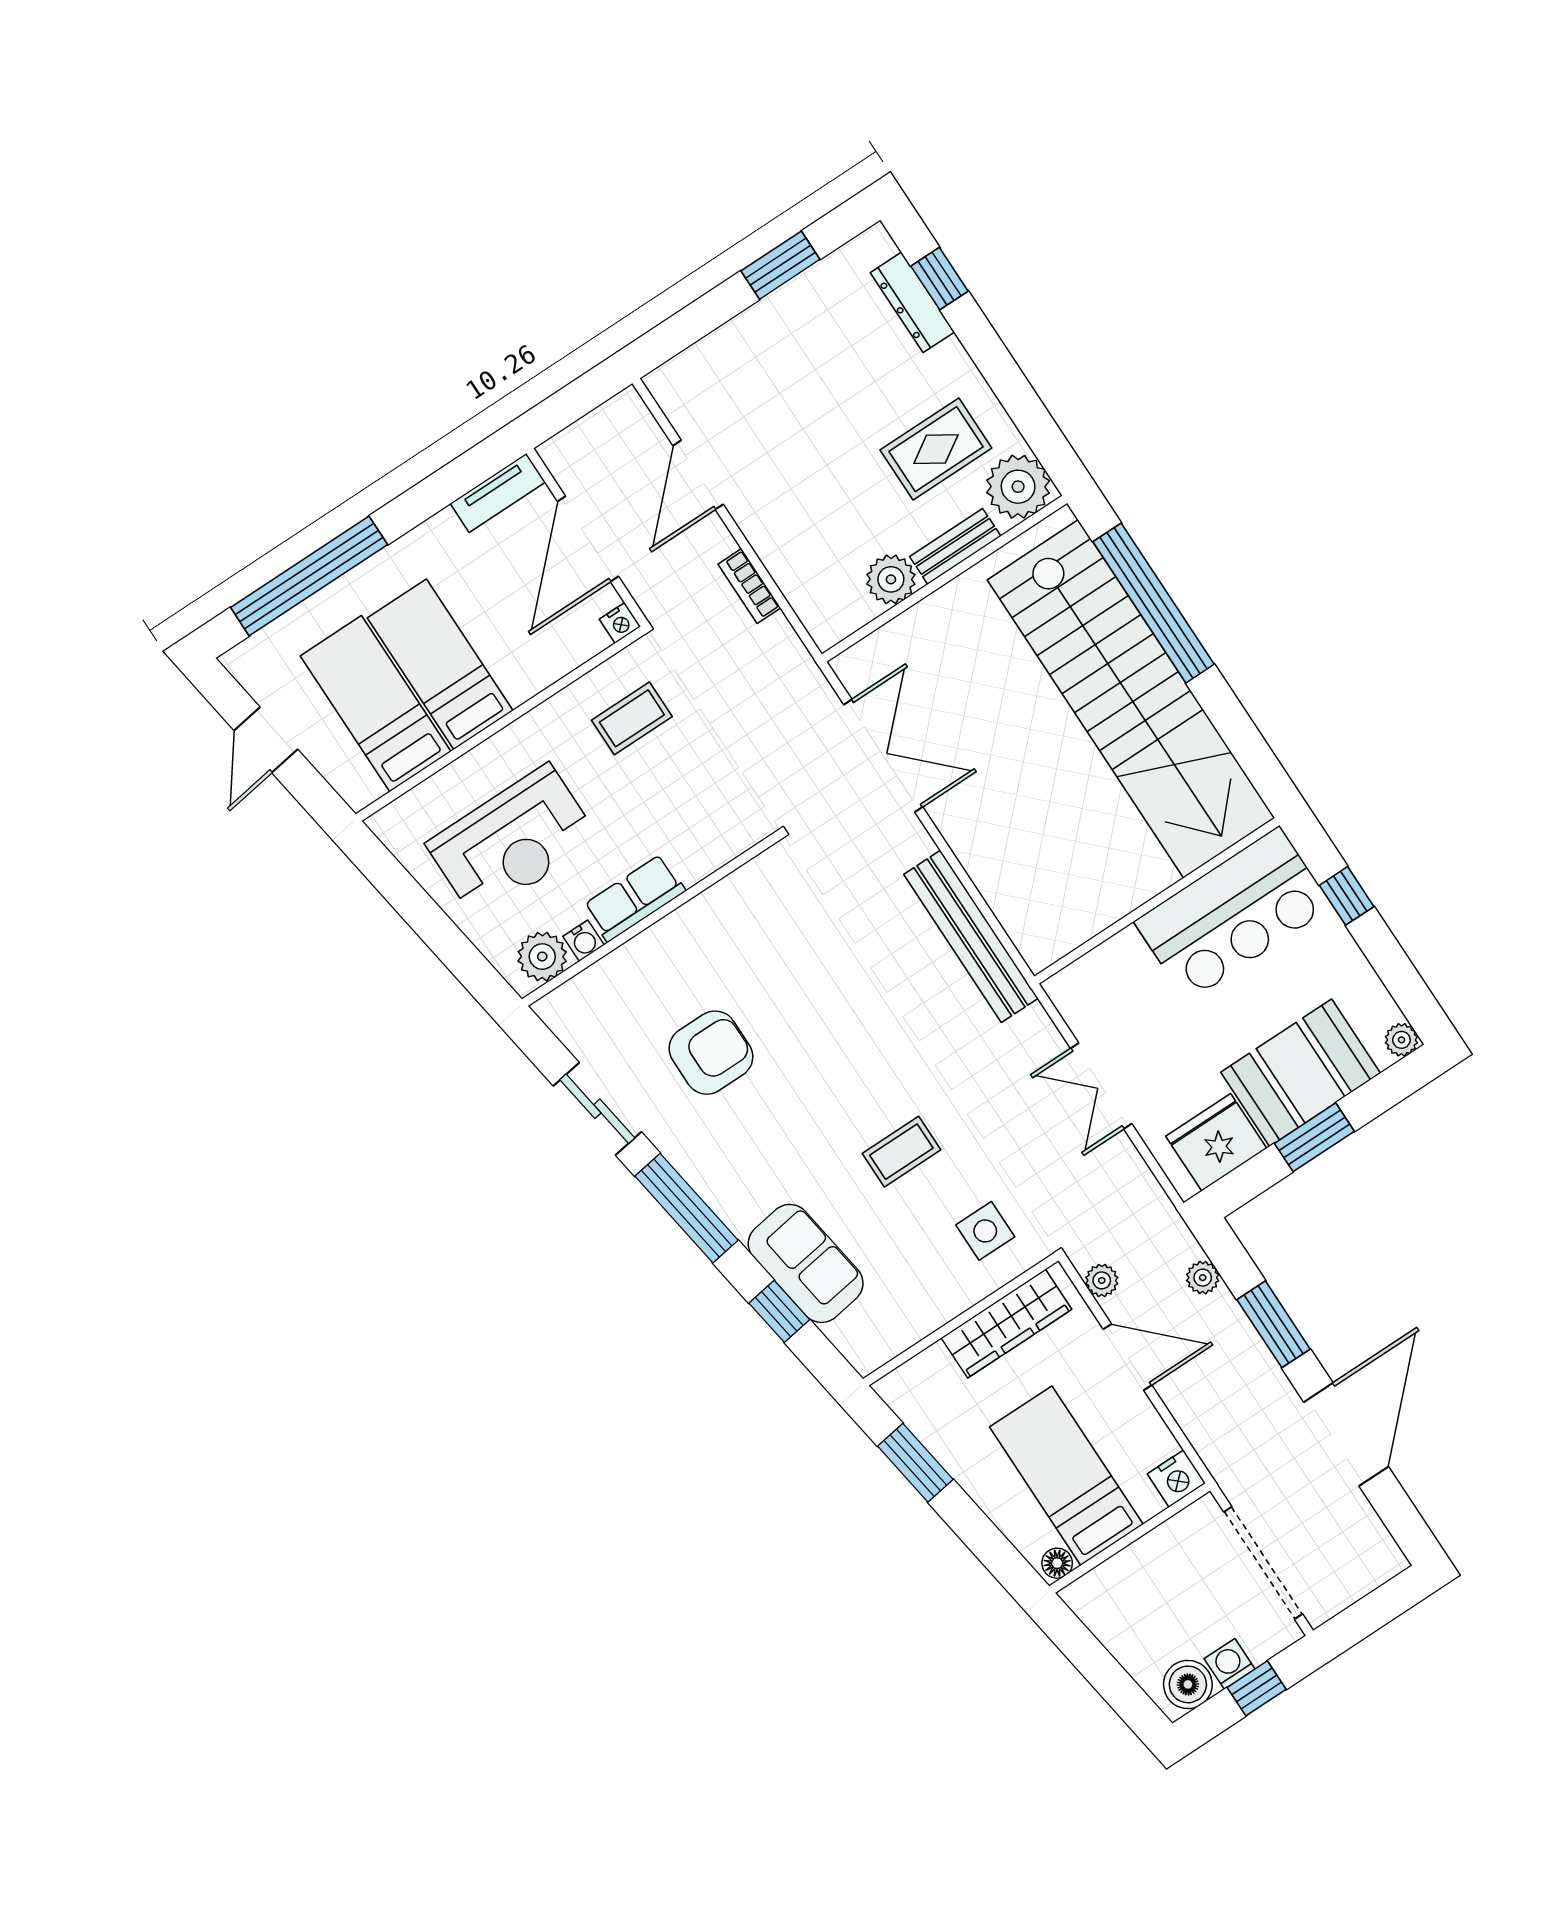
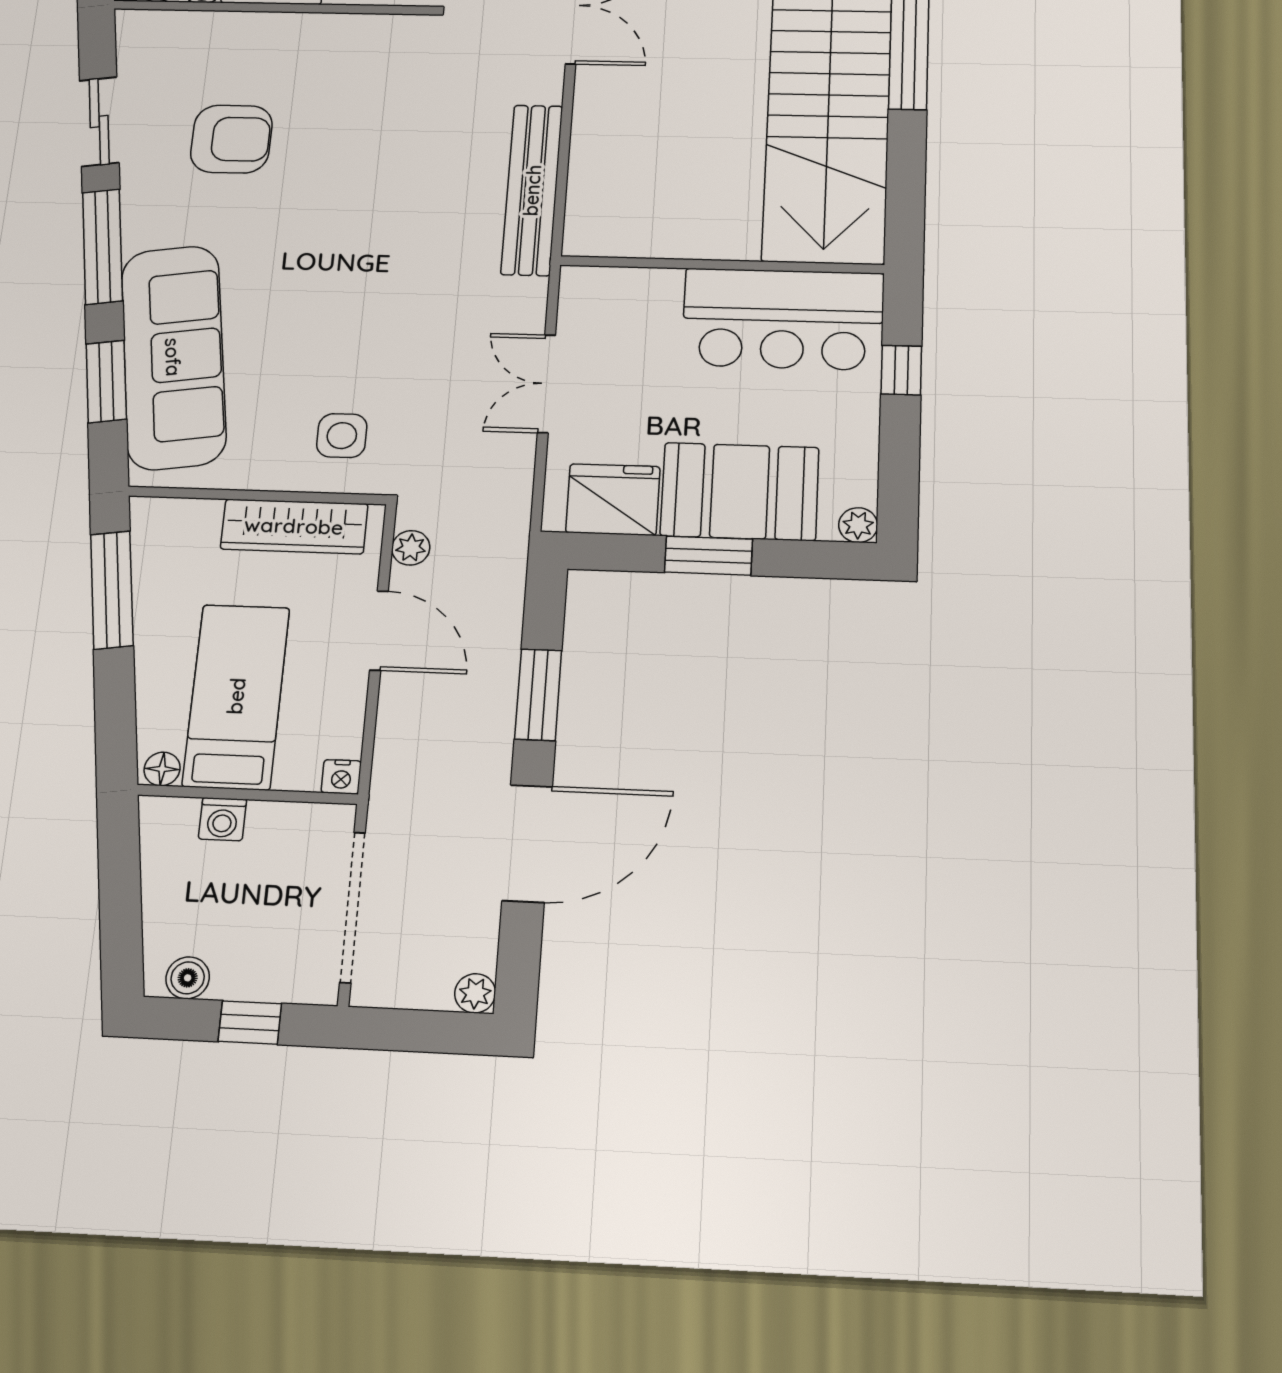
coffee table: (901, 1152) -> (324, 322), removed
sofa: (806, 1263) -> (173, 357), width x1.85, depth x1.27
plant: (1203, 1278) -> (475, 993), moved
window: (779, 1311) -> (106, 381), width x1.50
window: (915, 1463) -> (112, 590), width x1.44
nightstand: (1176, 1479) -> (341, 777), width x0.72, depth x0.74
washing machine: (1230, 1664) -> (222, 819), moved, turned 180
boiler: (1188, 1684) -> (188, 978), width x0.73, depth x0.73

